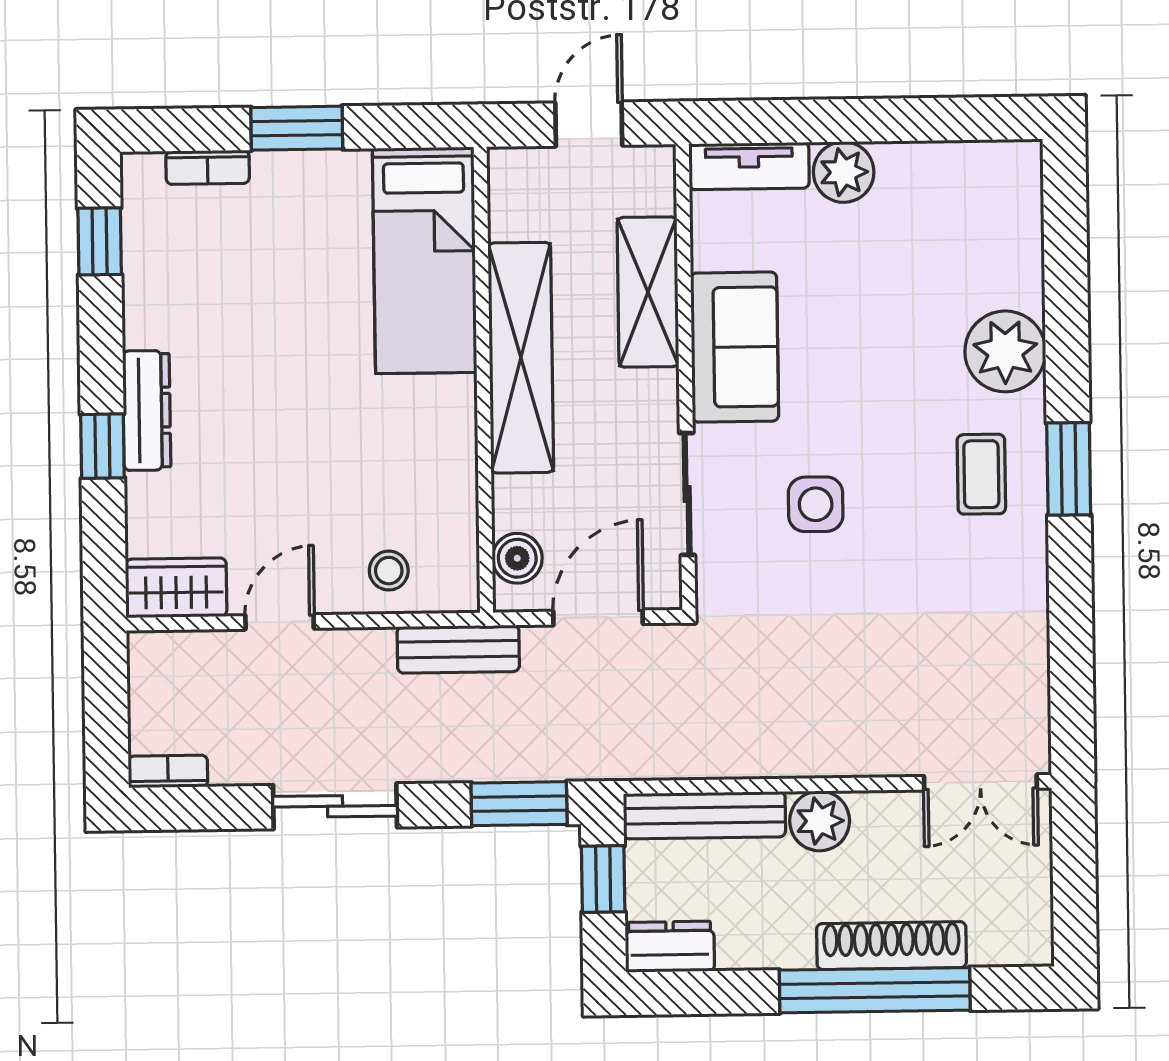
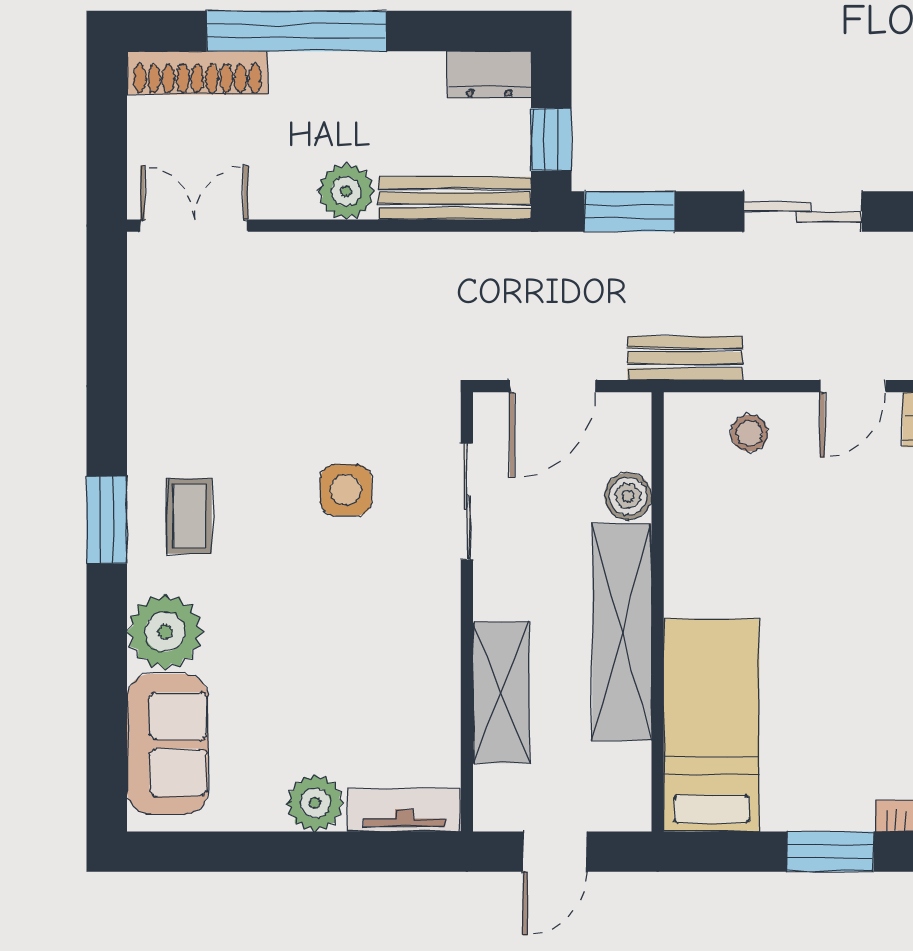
sofa: (735, 347) -> (168, 744), moved, turned 180
boiler: (517, 558) -> (628, 496), moved
shoe rack: (891, 946) -> (197, 73), moved

